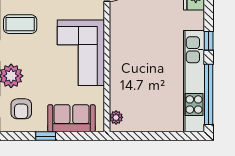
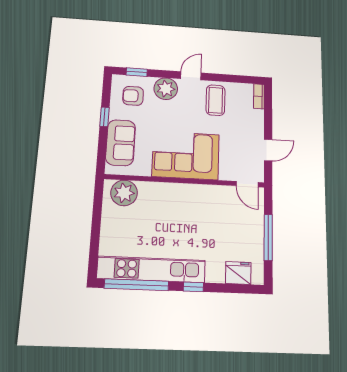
plant: (116, 117) -> (124, 193), width x1.87, depth x1.87

